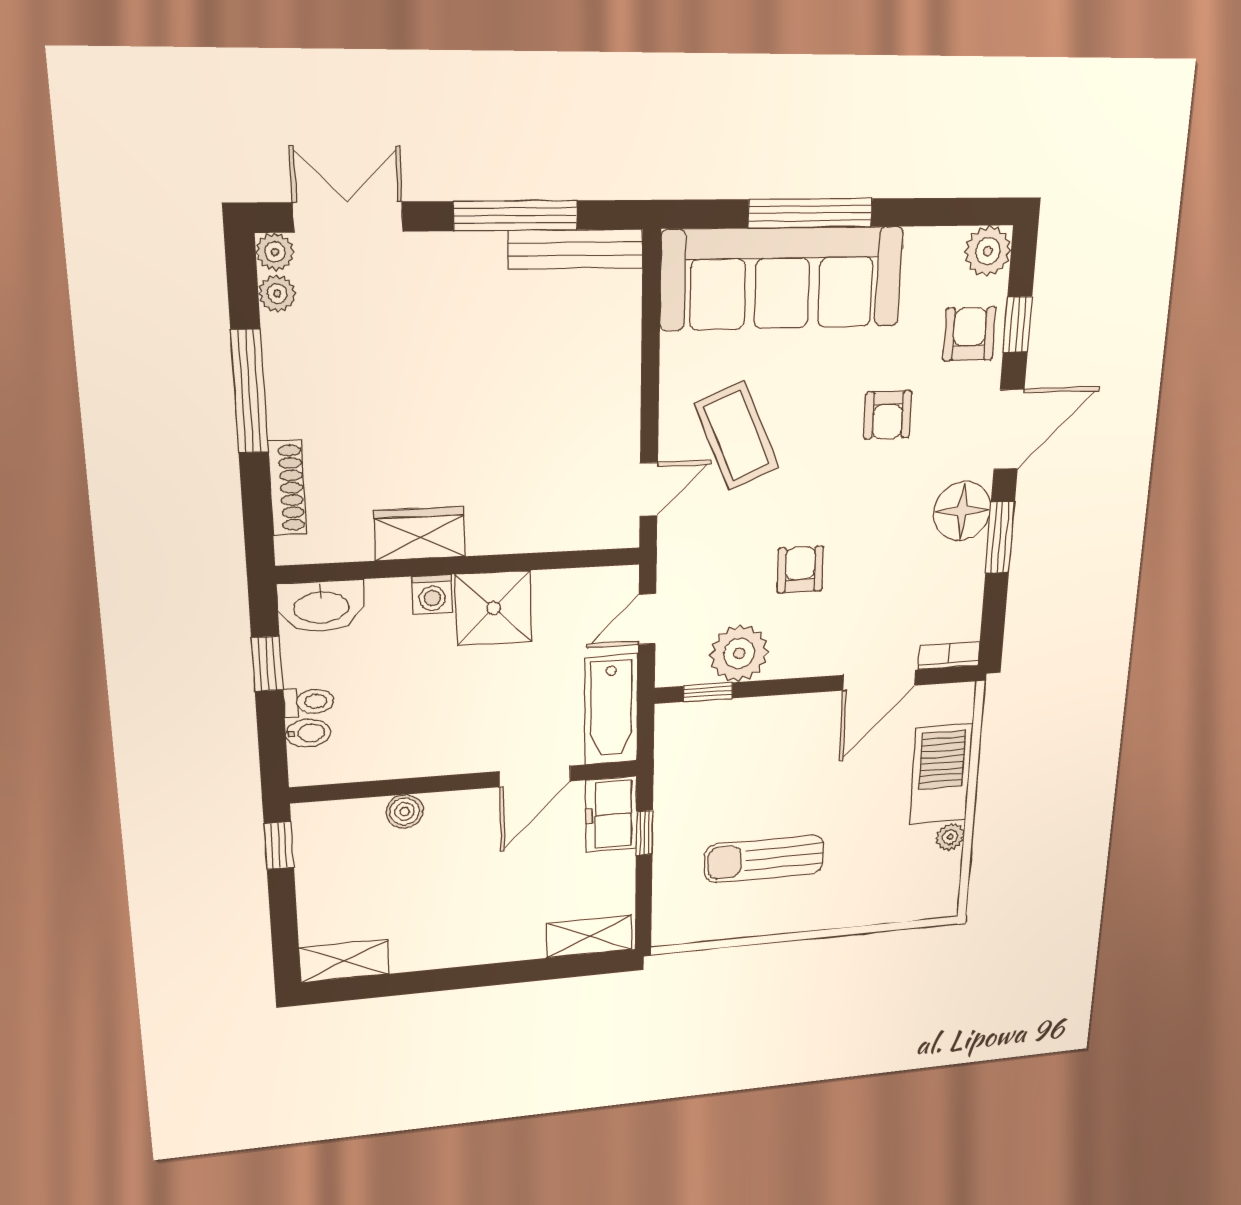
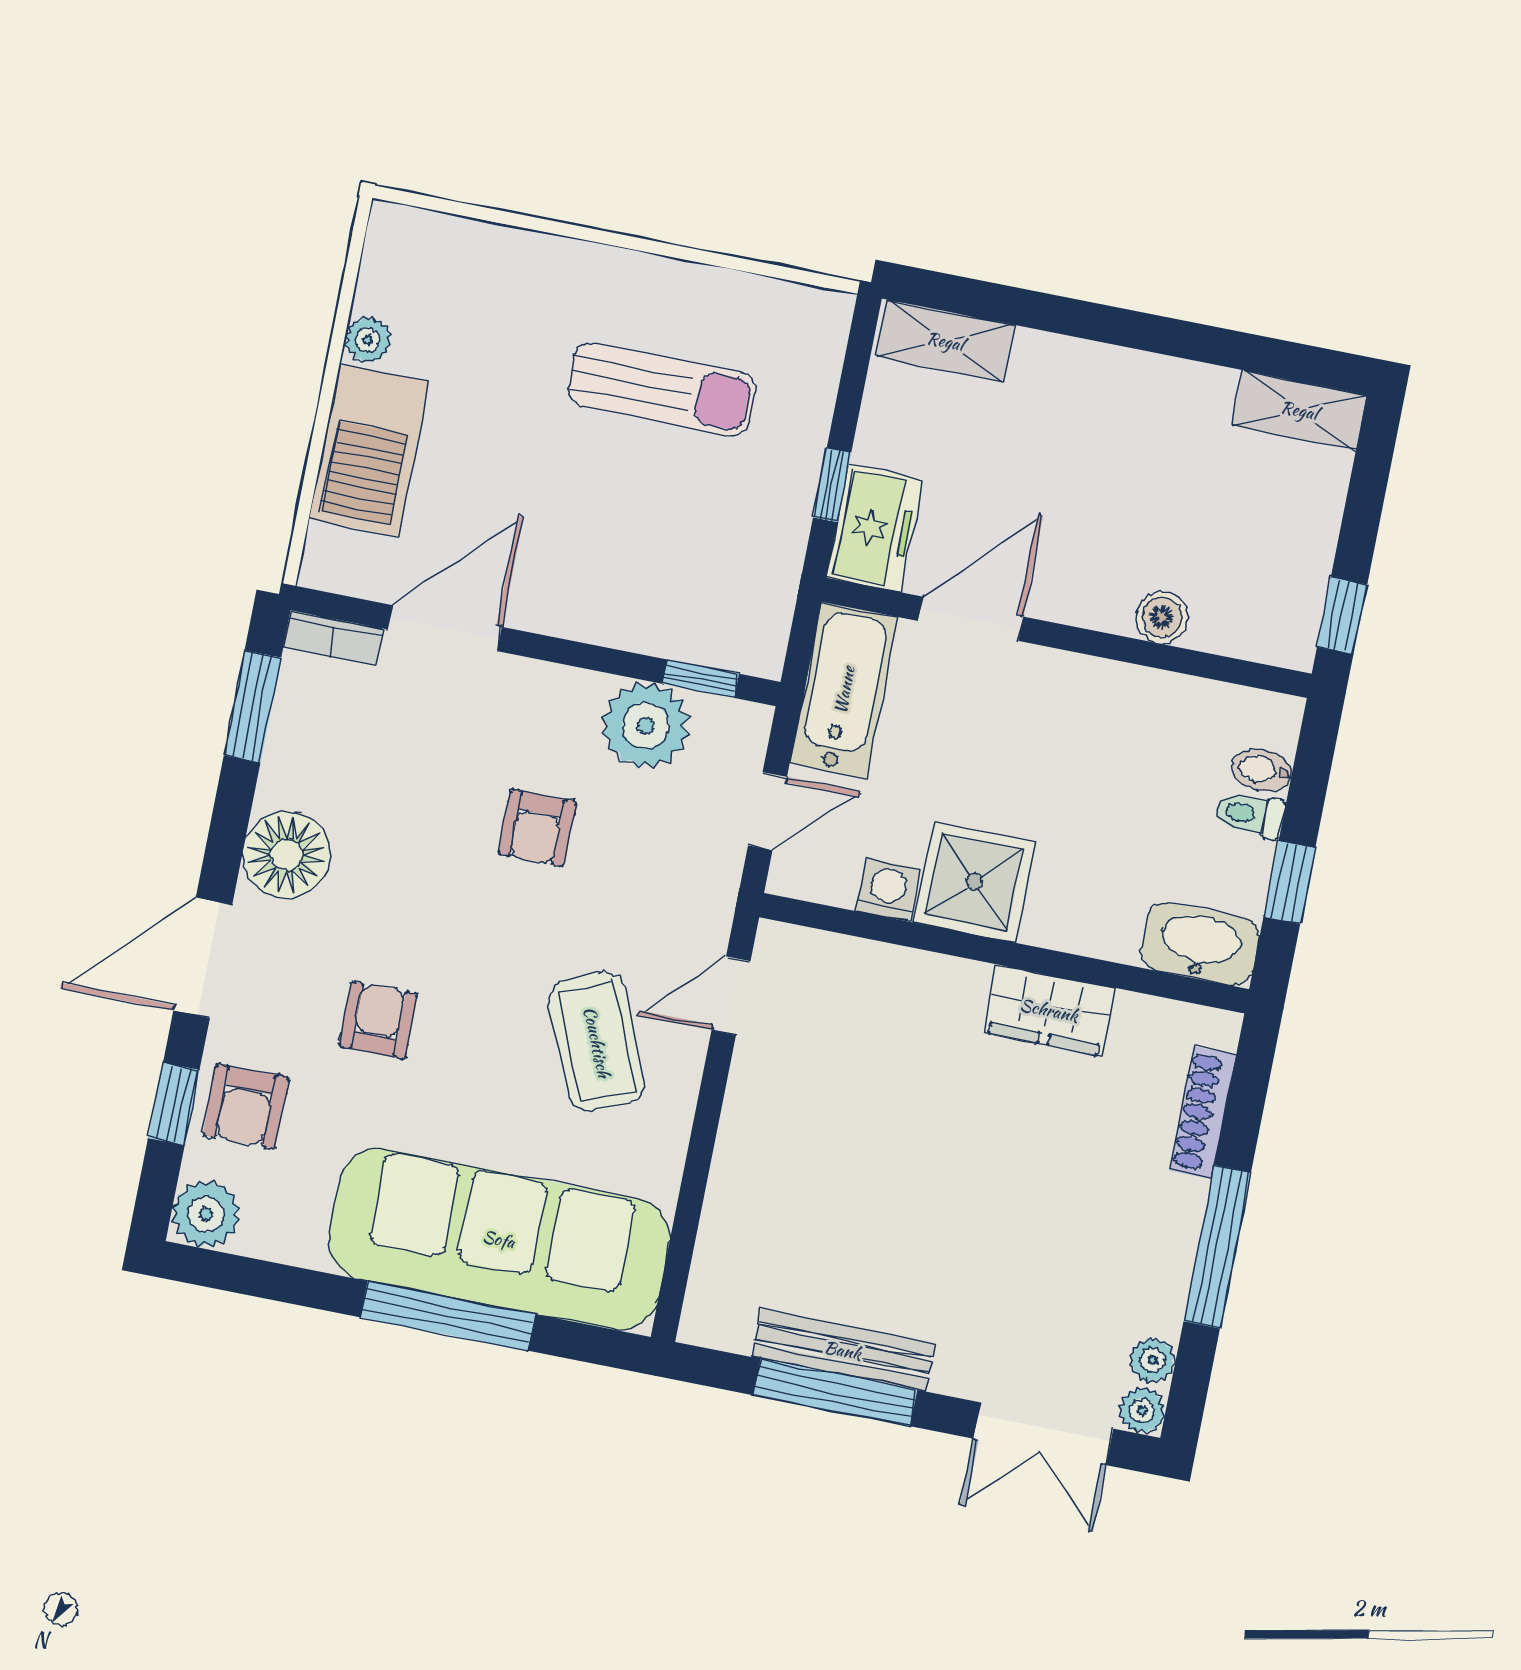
bench: (576, 249) -> (843, 1350), moved
window: (1000, 537) -> (252, 707), moved
washing machine: (432, 594) -> (888, 890), moved

